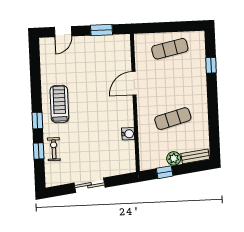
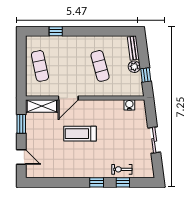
shelving: (123, 53) -> (42, 106), added
door: (134, 83) -> (68, 98), hinge flipped
treadmill: (59, 104) -> (80, 134), moved
water cooler: (128, 134) -> (129, 105), moved

